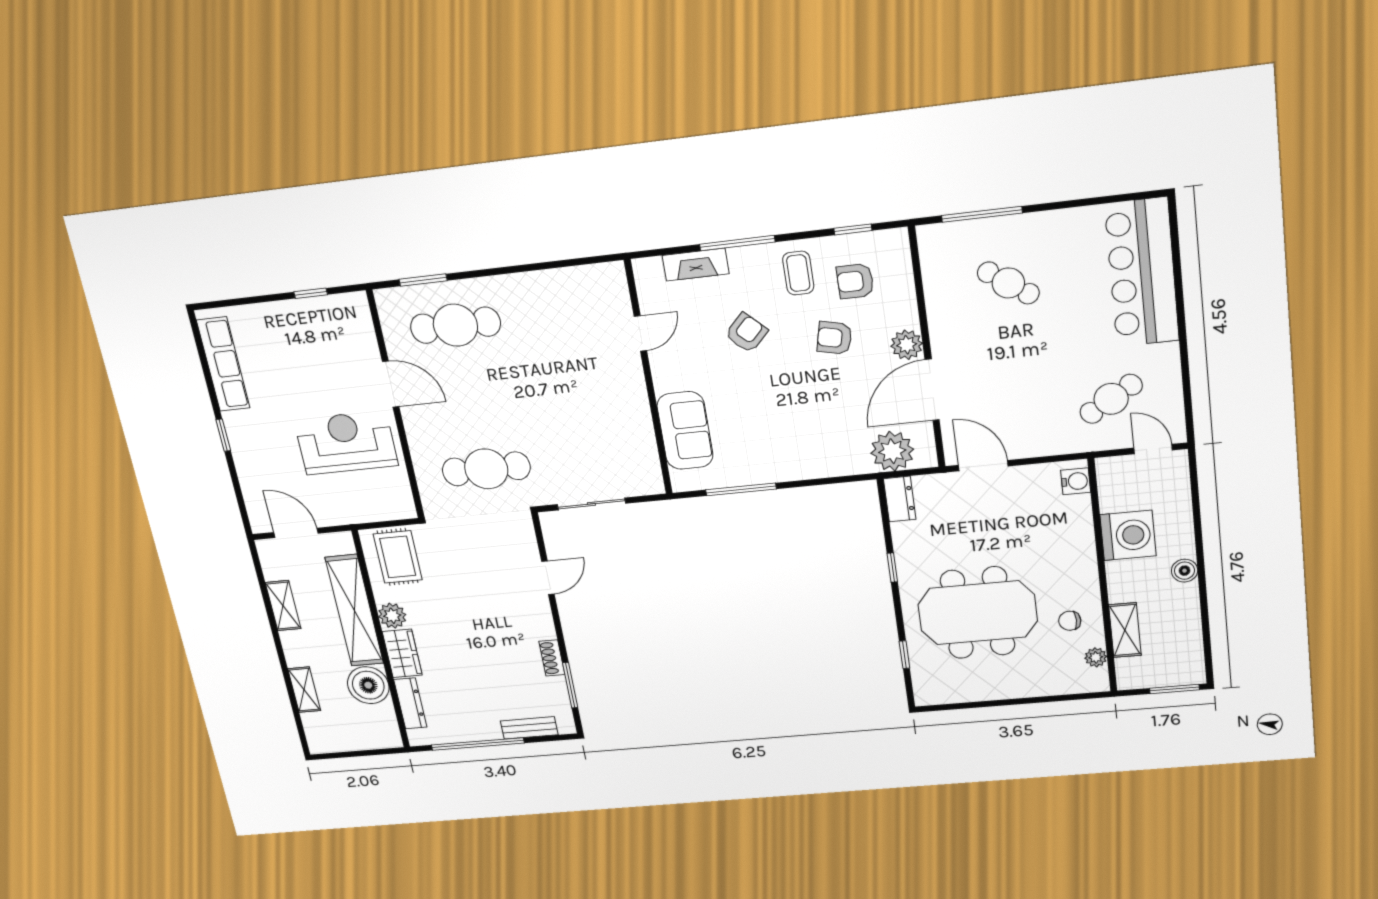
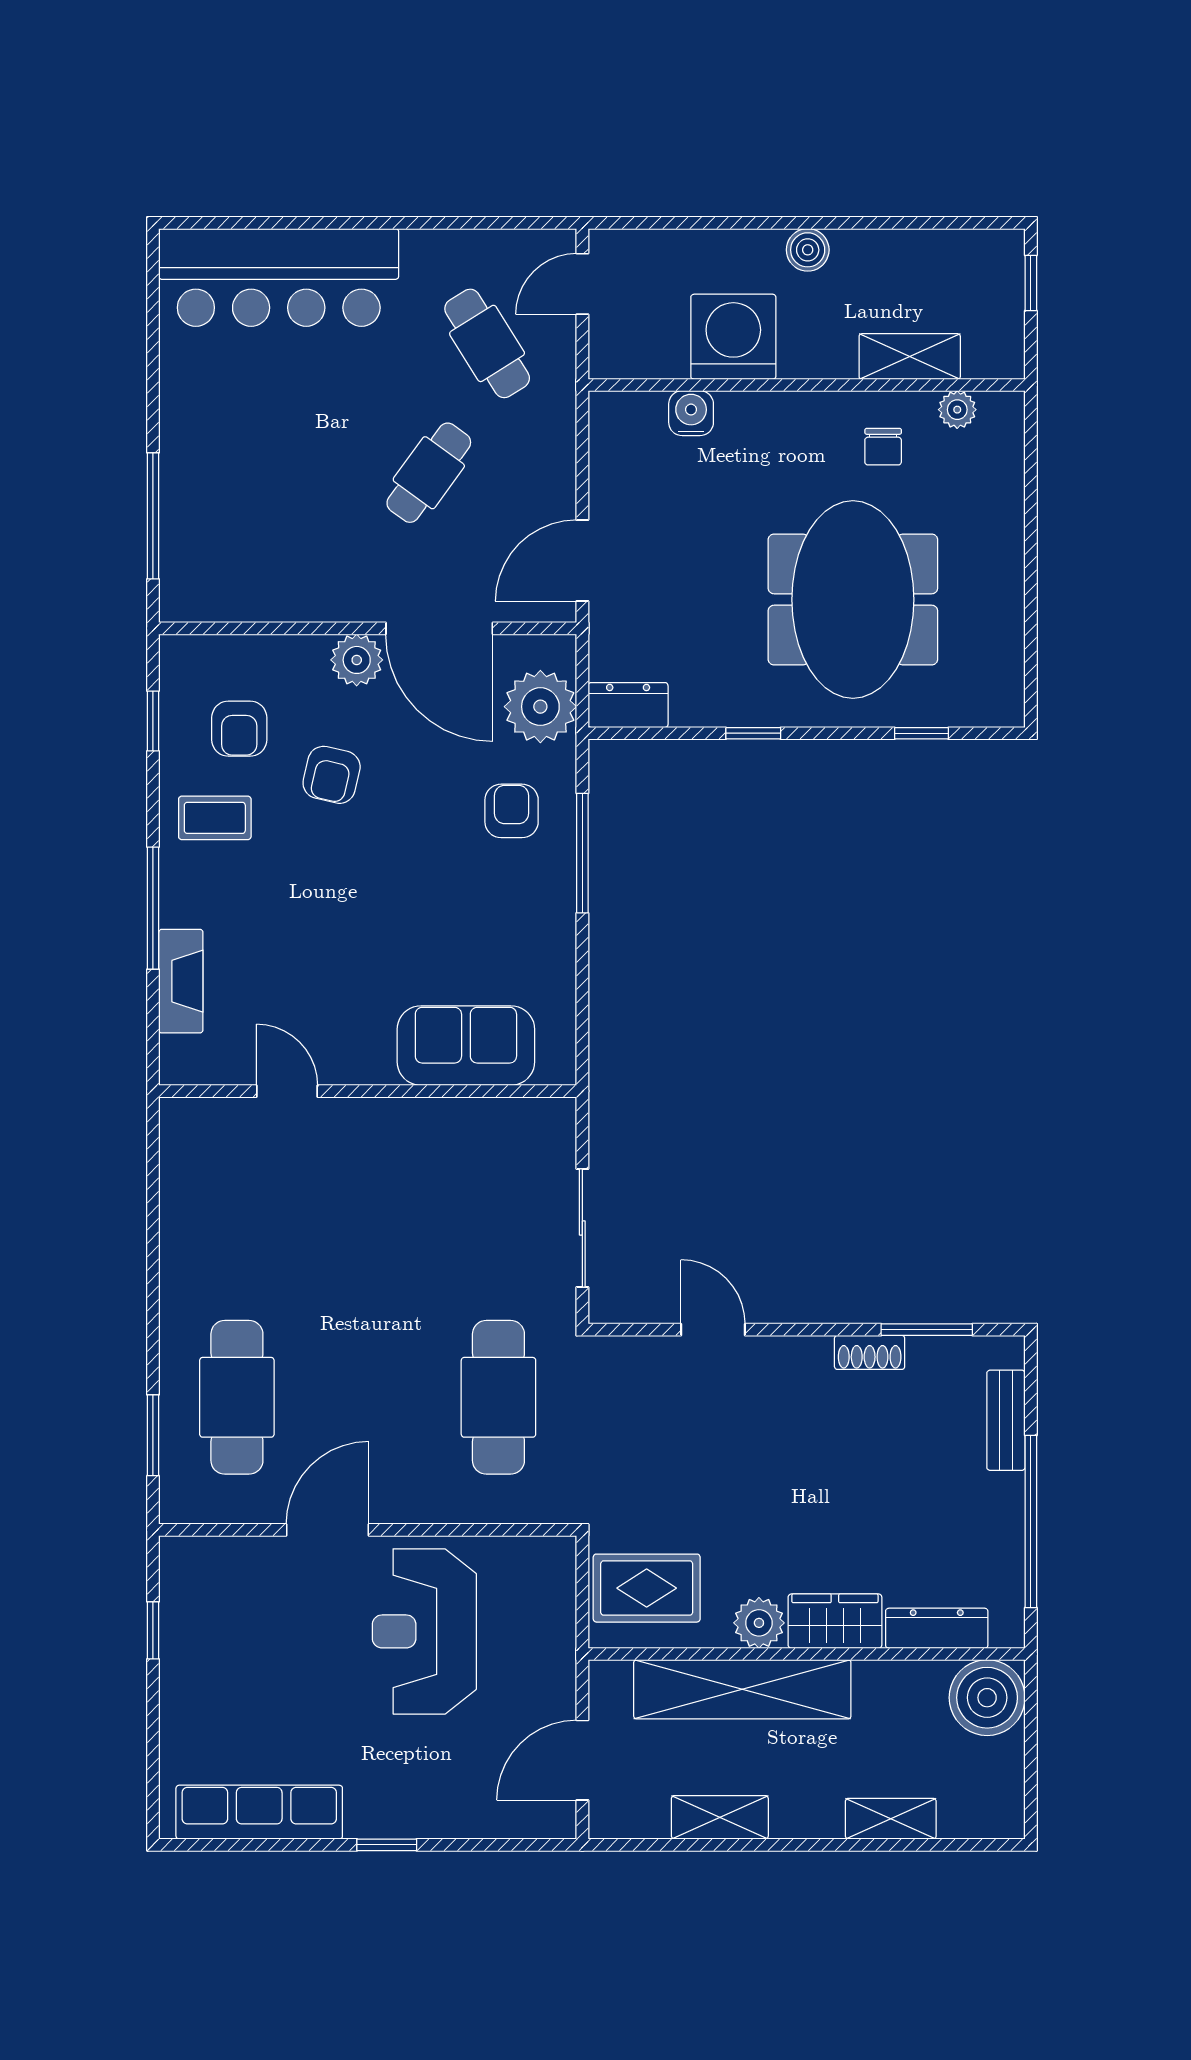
cafe table: (1008, 283) -> (429, 473), moved
armchair: (746, 333) -> (512, 811), moved, turned 46
water cooler: (1076, 481) -> (691, 413), moved
window: (741, 489) -> (582, 853), moved
boiler: (368, 685) -> (987, 1698), moved
window: (1174, 689) -> (1031, 283), width x0.67

